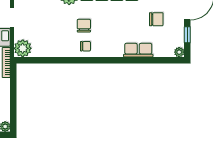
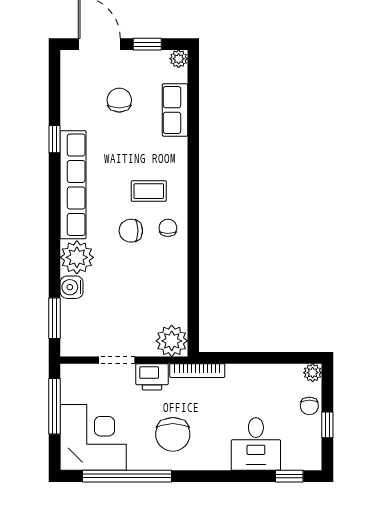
coffee table: (106, 36) -> (149, 191), added
row of seats: (138, 50) -> (175, 110), moved

